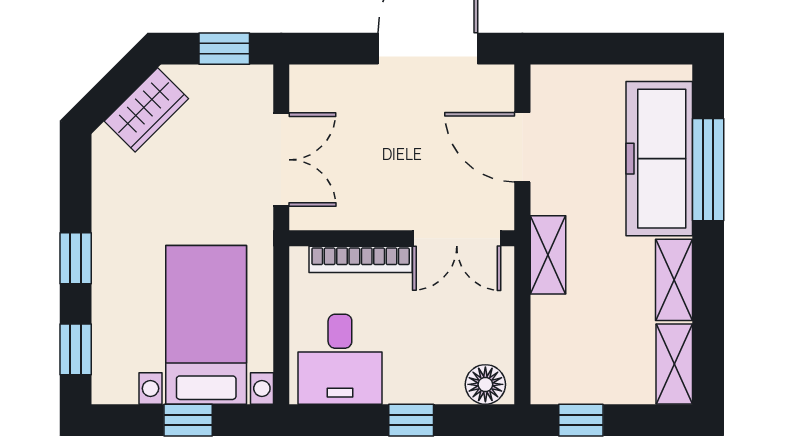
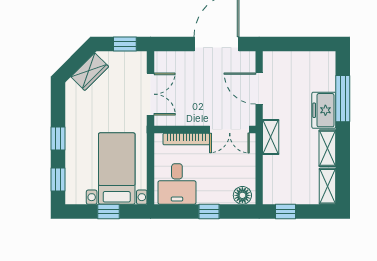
freezer: (659, 159) -> (324, 110), width x0.52, depth x0.79

